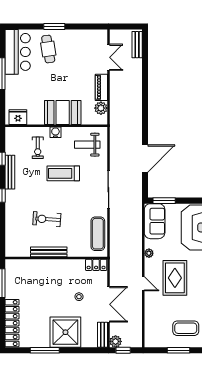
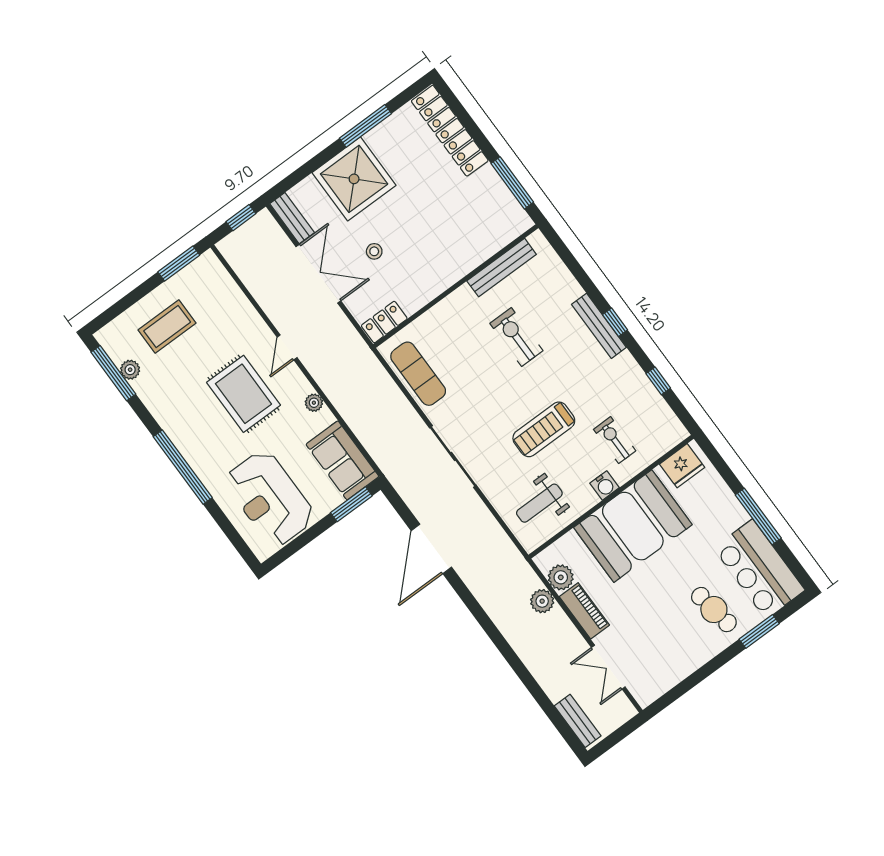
window: (54, 27) -> (759, 631), moved
booth: (63, 112) -> (633, 526), width x1.36, depth x1.42
weight bench: (87, 145) -> (539, 503), turned 180
bench: (10, 172) -> (599, 326), moved
treadmill: (63, 173) -> (544, 429), turned 180
exercise bike: (47, 219) -> (516, 337), turned -94
bench: (49, 252) -> (502, 268), moved
door: (143, 284) -> (287, 347), hinge flipped
double door: (108, 304) -> (318, 274), swing flipped
plant: (116, 341) -> (542, 601), moved
window: (179, 350) -> (179, 264), moved

